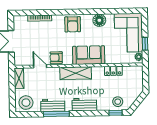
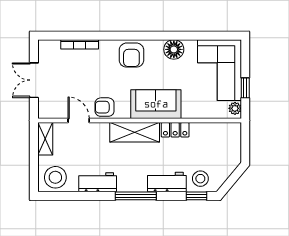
locker: (113, 71) -> (175, 130), moved
workbench: (84, 104) -> (167, 182), moved
window: (56, 114) -> (136, 196), moved

